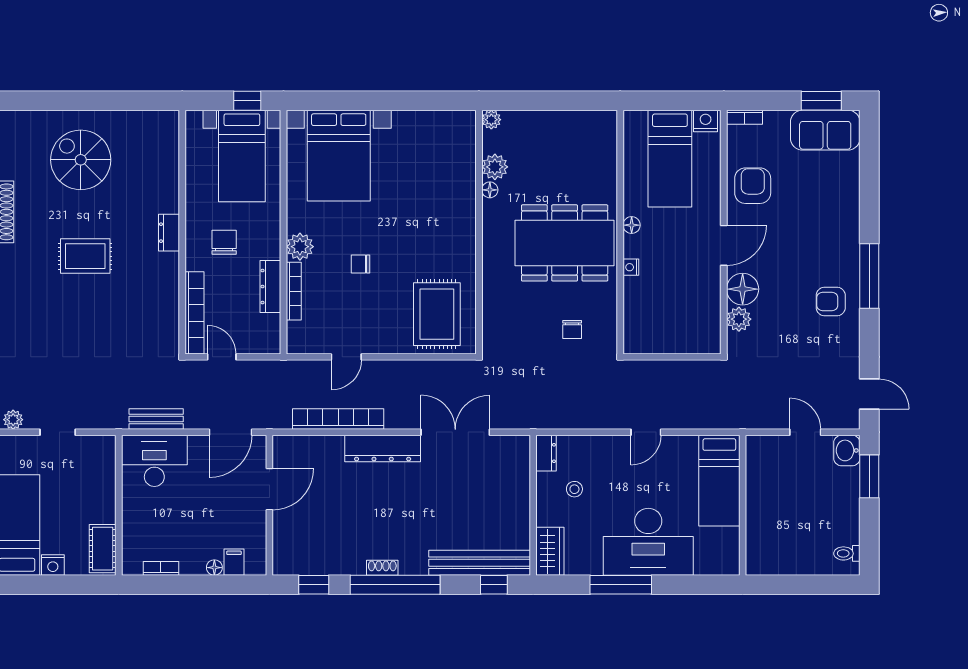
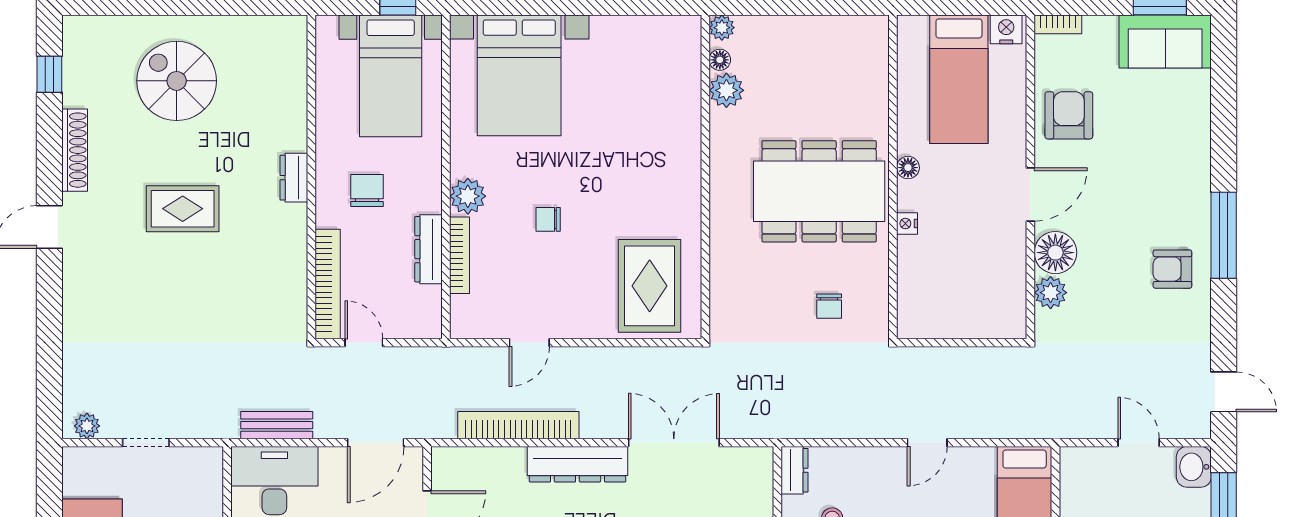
floor lamp: (490, 190) -> (720, 60), moved

